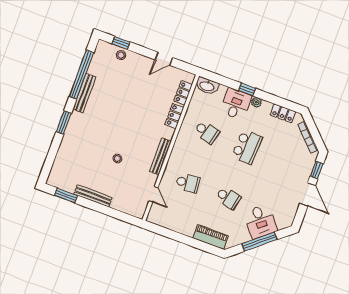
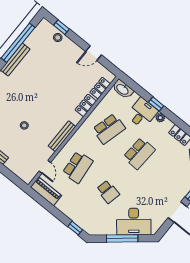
school desk: (207, 132) -> (109, 129), width x1.85
school desk: (188, 183) -> (78, 167), width x1.85
desk: (261, 221) -> (134, 221), width x1.37
piano: (211, 237) -> (46, 191), moved
window: (207, 247) -> (75, 228), added

